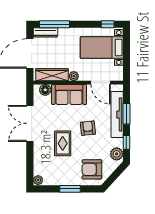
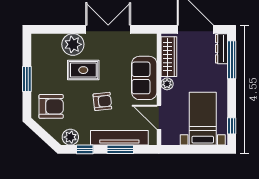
door: (101, 83) -> (159, 117), hinge flipped
floor lamp: (45, 90) -> (150, 48), removed
armchair: (92, 169) -> (51, 106), turned 90
plant: (38, 180) -> (73, 44), moved, width x1.87, depth x1.87

